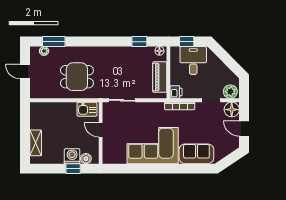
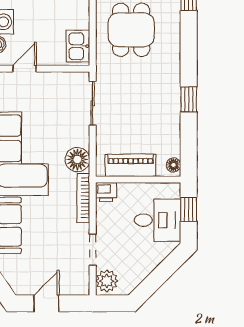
window: (139, 42) -> (189, 99), moved
floor lamp: (232, 110) -> (77, 160), moved
door: (101, 130) -> (25, 69), moved

